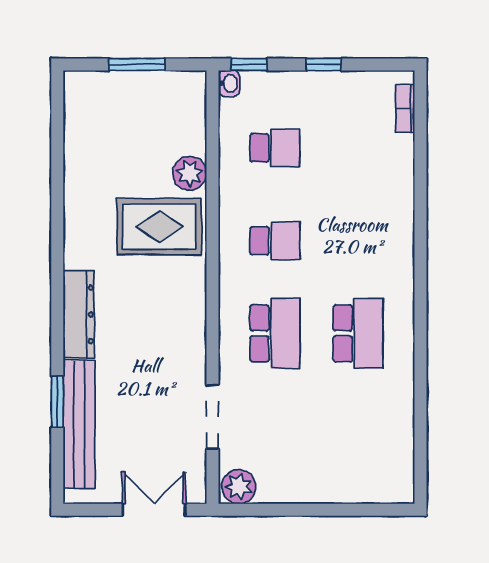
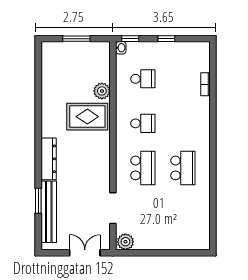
bookcase: (405, 108) -> (205, 84), moved

